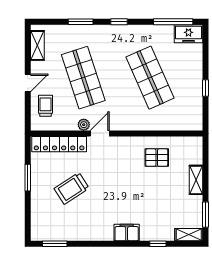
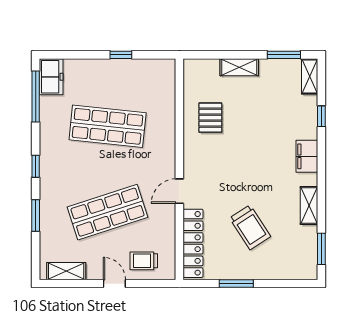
shop shelf: (150, 78) -> (108, 126), turned 30
plant: (84, 125) -> (168, 212), removed
door: (100, 133) -> (179, 191), hinge flipped
shelving: (88, 234) -> (309, 206), added

